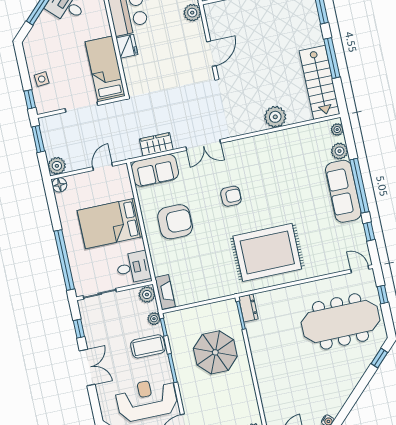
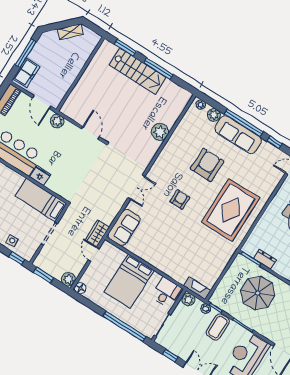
stairs: (320, 82) -> (138, 71), moved
wardrobe: (156, 144) -> (97, 233), moved
armchair: (175, 222) -> (207, 165), moved
dresser: (248, 308) -> (265, 259), moved

